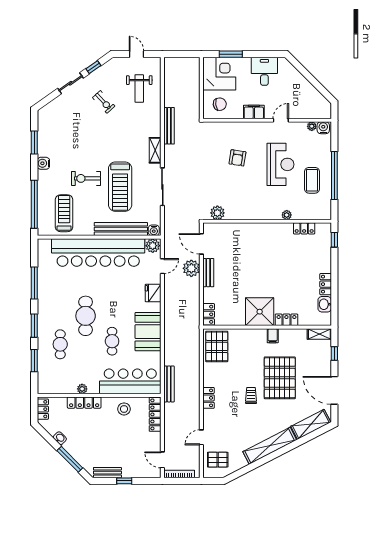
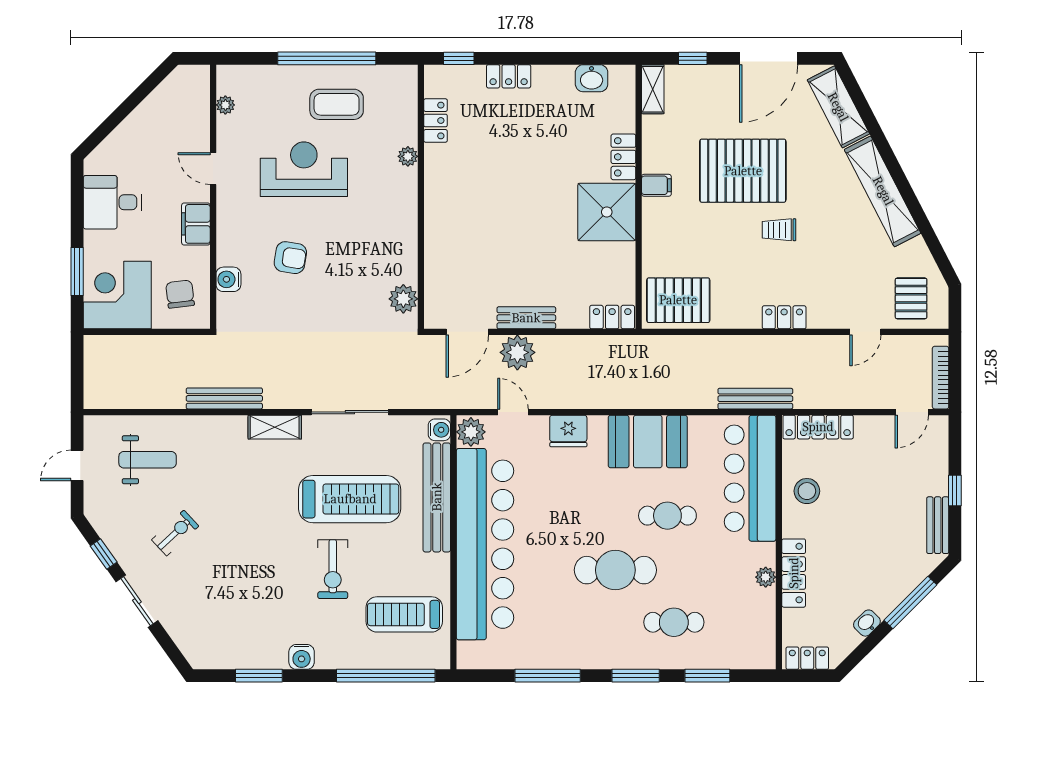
water cooler: (323, 128) -> (228, 279), moved
locker: (326, 284) -> (509, 76), moved
door: (201, 437) -> (865, 332), hinge flipped

